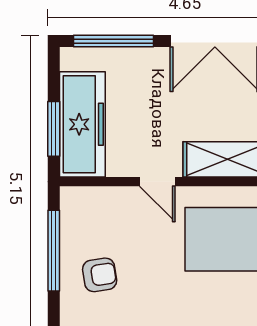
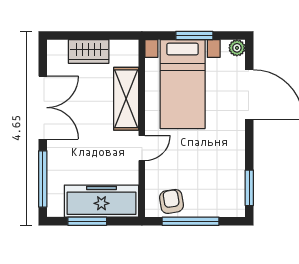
window: (54, 129) -> (87, 221), moved
armchair: (100, 275) -> (171, 201), moved

